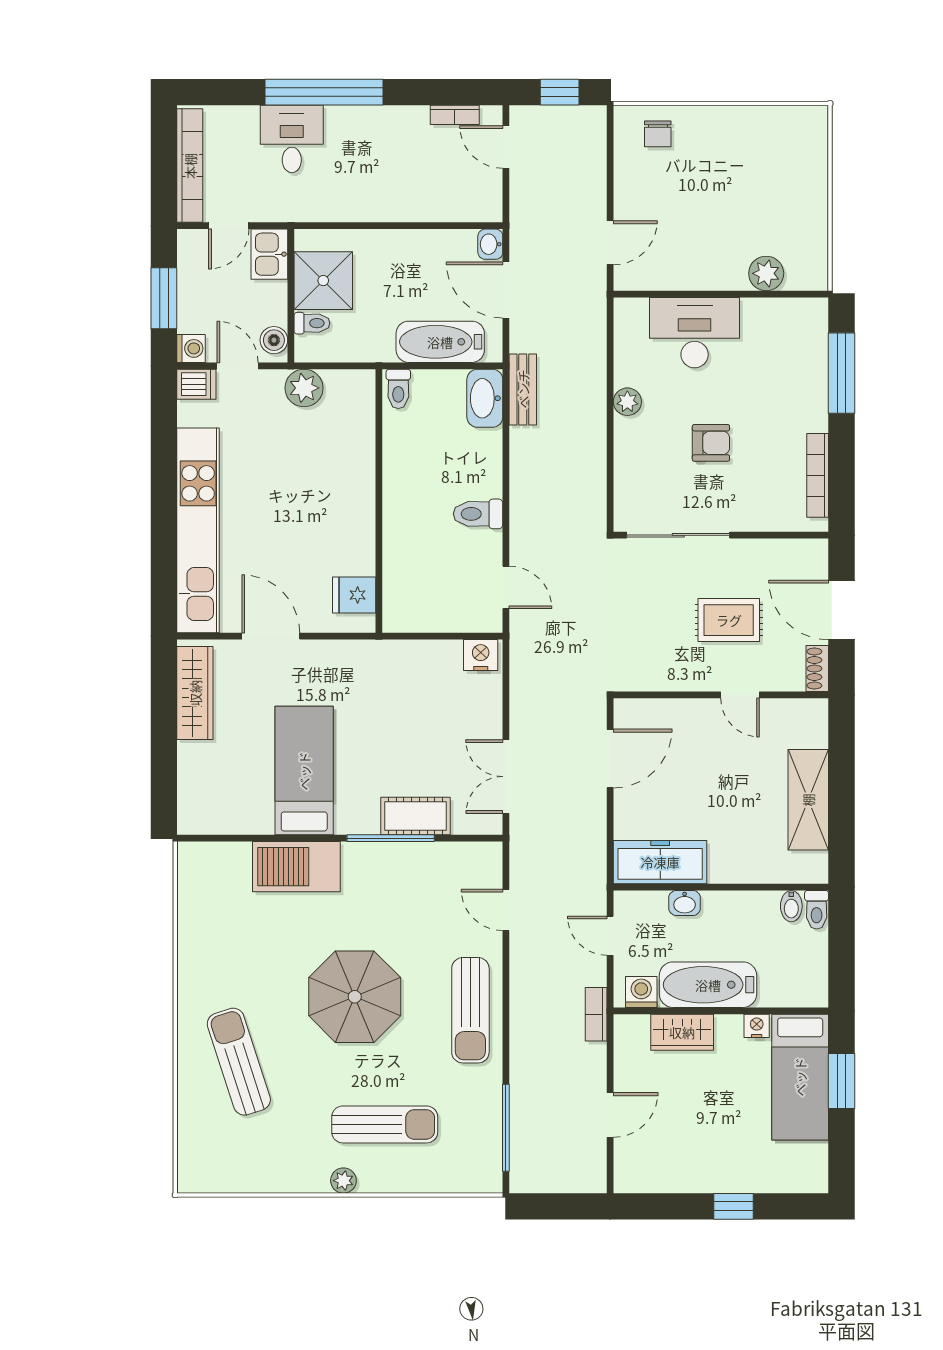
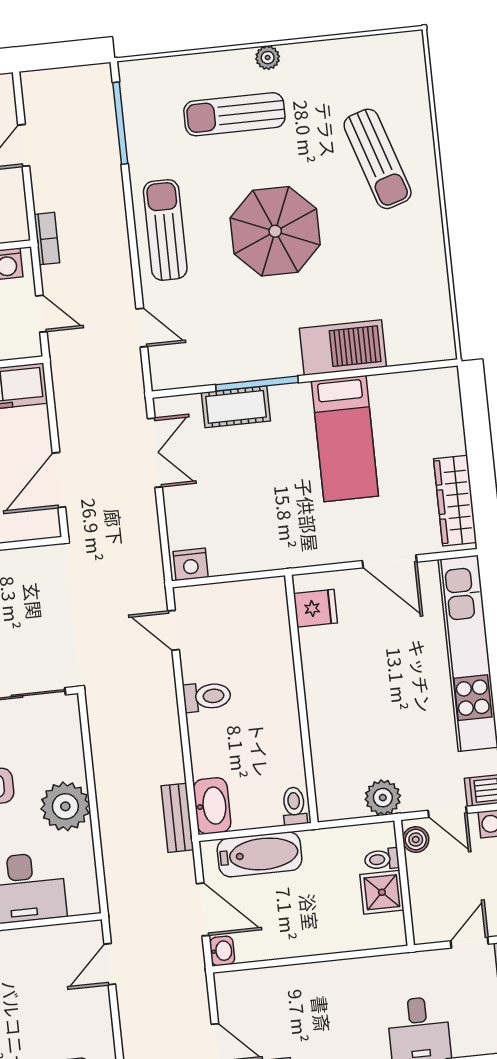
kitchen sink: (269, 254) -> (428, 920), removed
shower: (323, 281) -> (382, 892), width x0.73, depth x0.73
plant: (627, 402) -> (65, 806), width x1.88, depth x1.88

